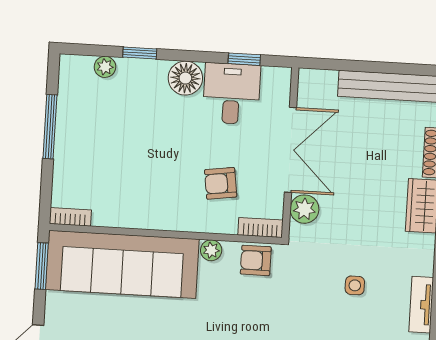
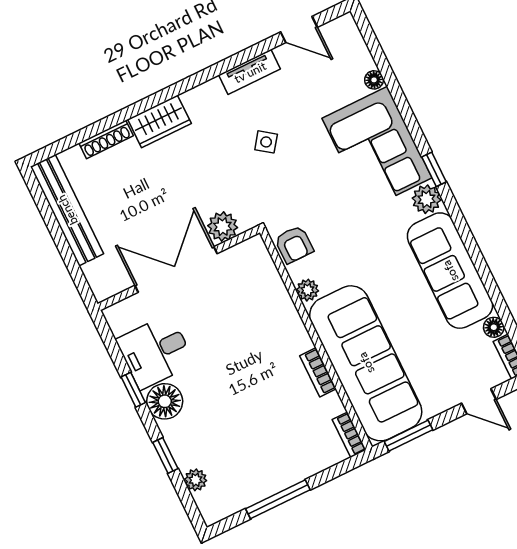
window: (244, 59) -> (133, 390), moved
armchair: (221, 183) -> (242, 316), removed
bookcase: (260, 227) -> (318, 372), moved
side table: (355, 285) -> (266, 142), turned 36

